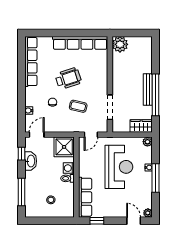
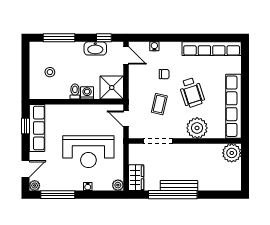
plant: (99, 74) -> (197, 128), added
window: (156, 178) -> (58, 195), moved
row of seats: (85, 197) -> (37, 128), moved, turned -90

